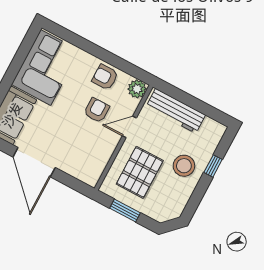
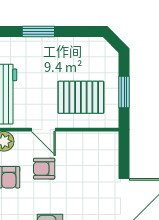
stool: (184, 166) -> (53, 59), removed
window: (213, 166) -> (38, 32), width x1.50

